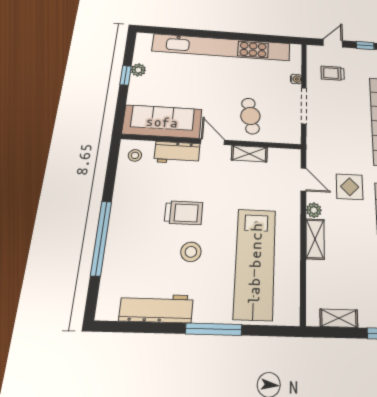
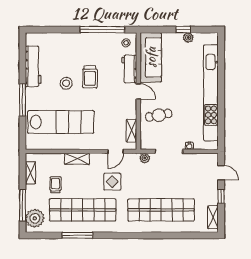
trolley: (333, 73) -> (55, 185), moved
door: (213, 142) -> (138, 91), hinge flipped
shelving: (249, 154) -> (131, 131), moved
plant: (314, 210) -> (145, 158), moved
window: (101, 238) -> (102, 30), moved
lab bench: (255, 263) -> (61, 122), turned 180

